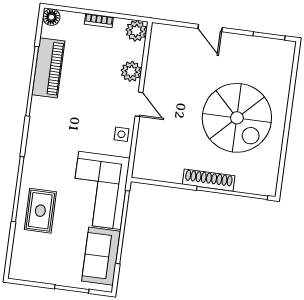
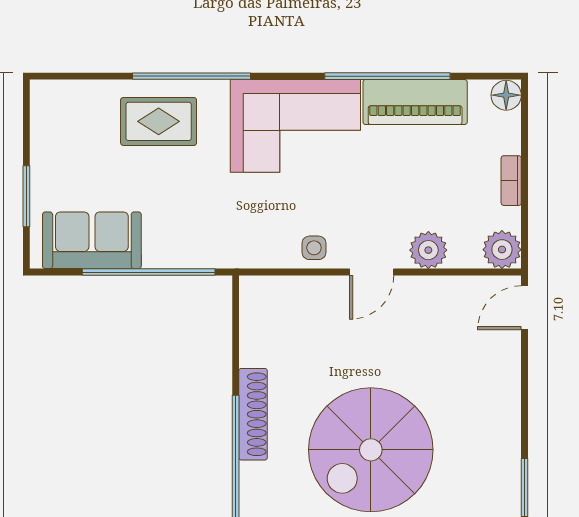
door: (210, 28) -> (525, 308), moved
corner sofa: (100, 190) -> (295, 126), moved, turned 180

